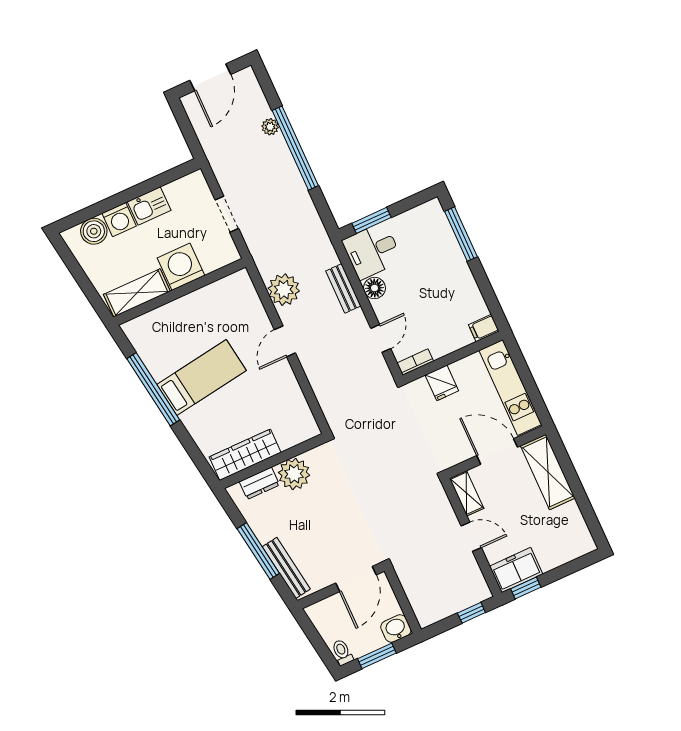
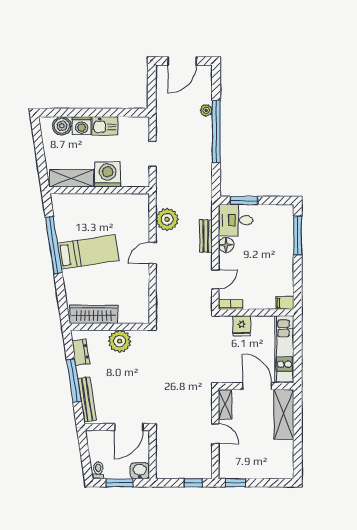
dresser: (259, 483) -> (81, 352), moved, turned -98
freezer: (516, 570) -> (235, 468), removed

